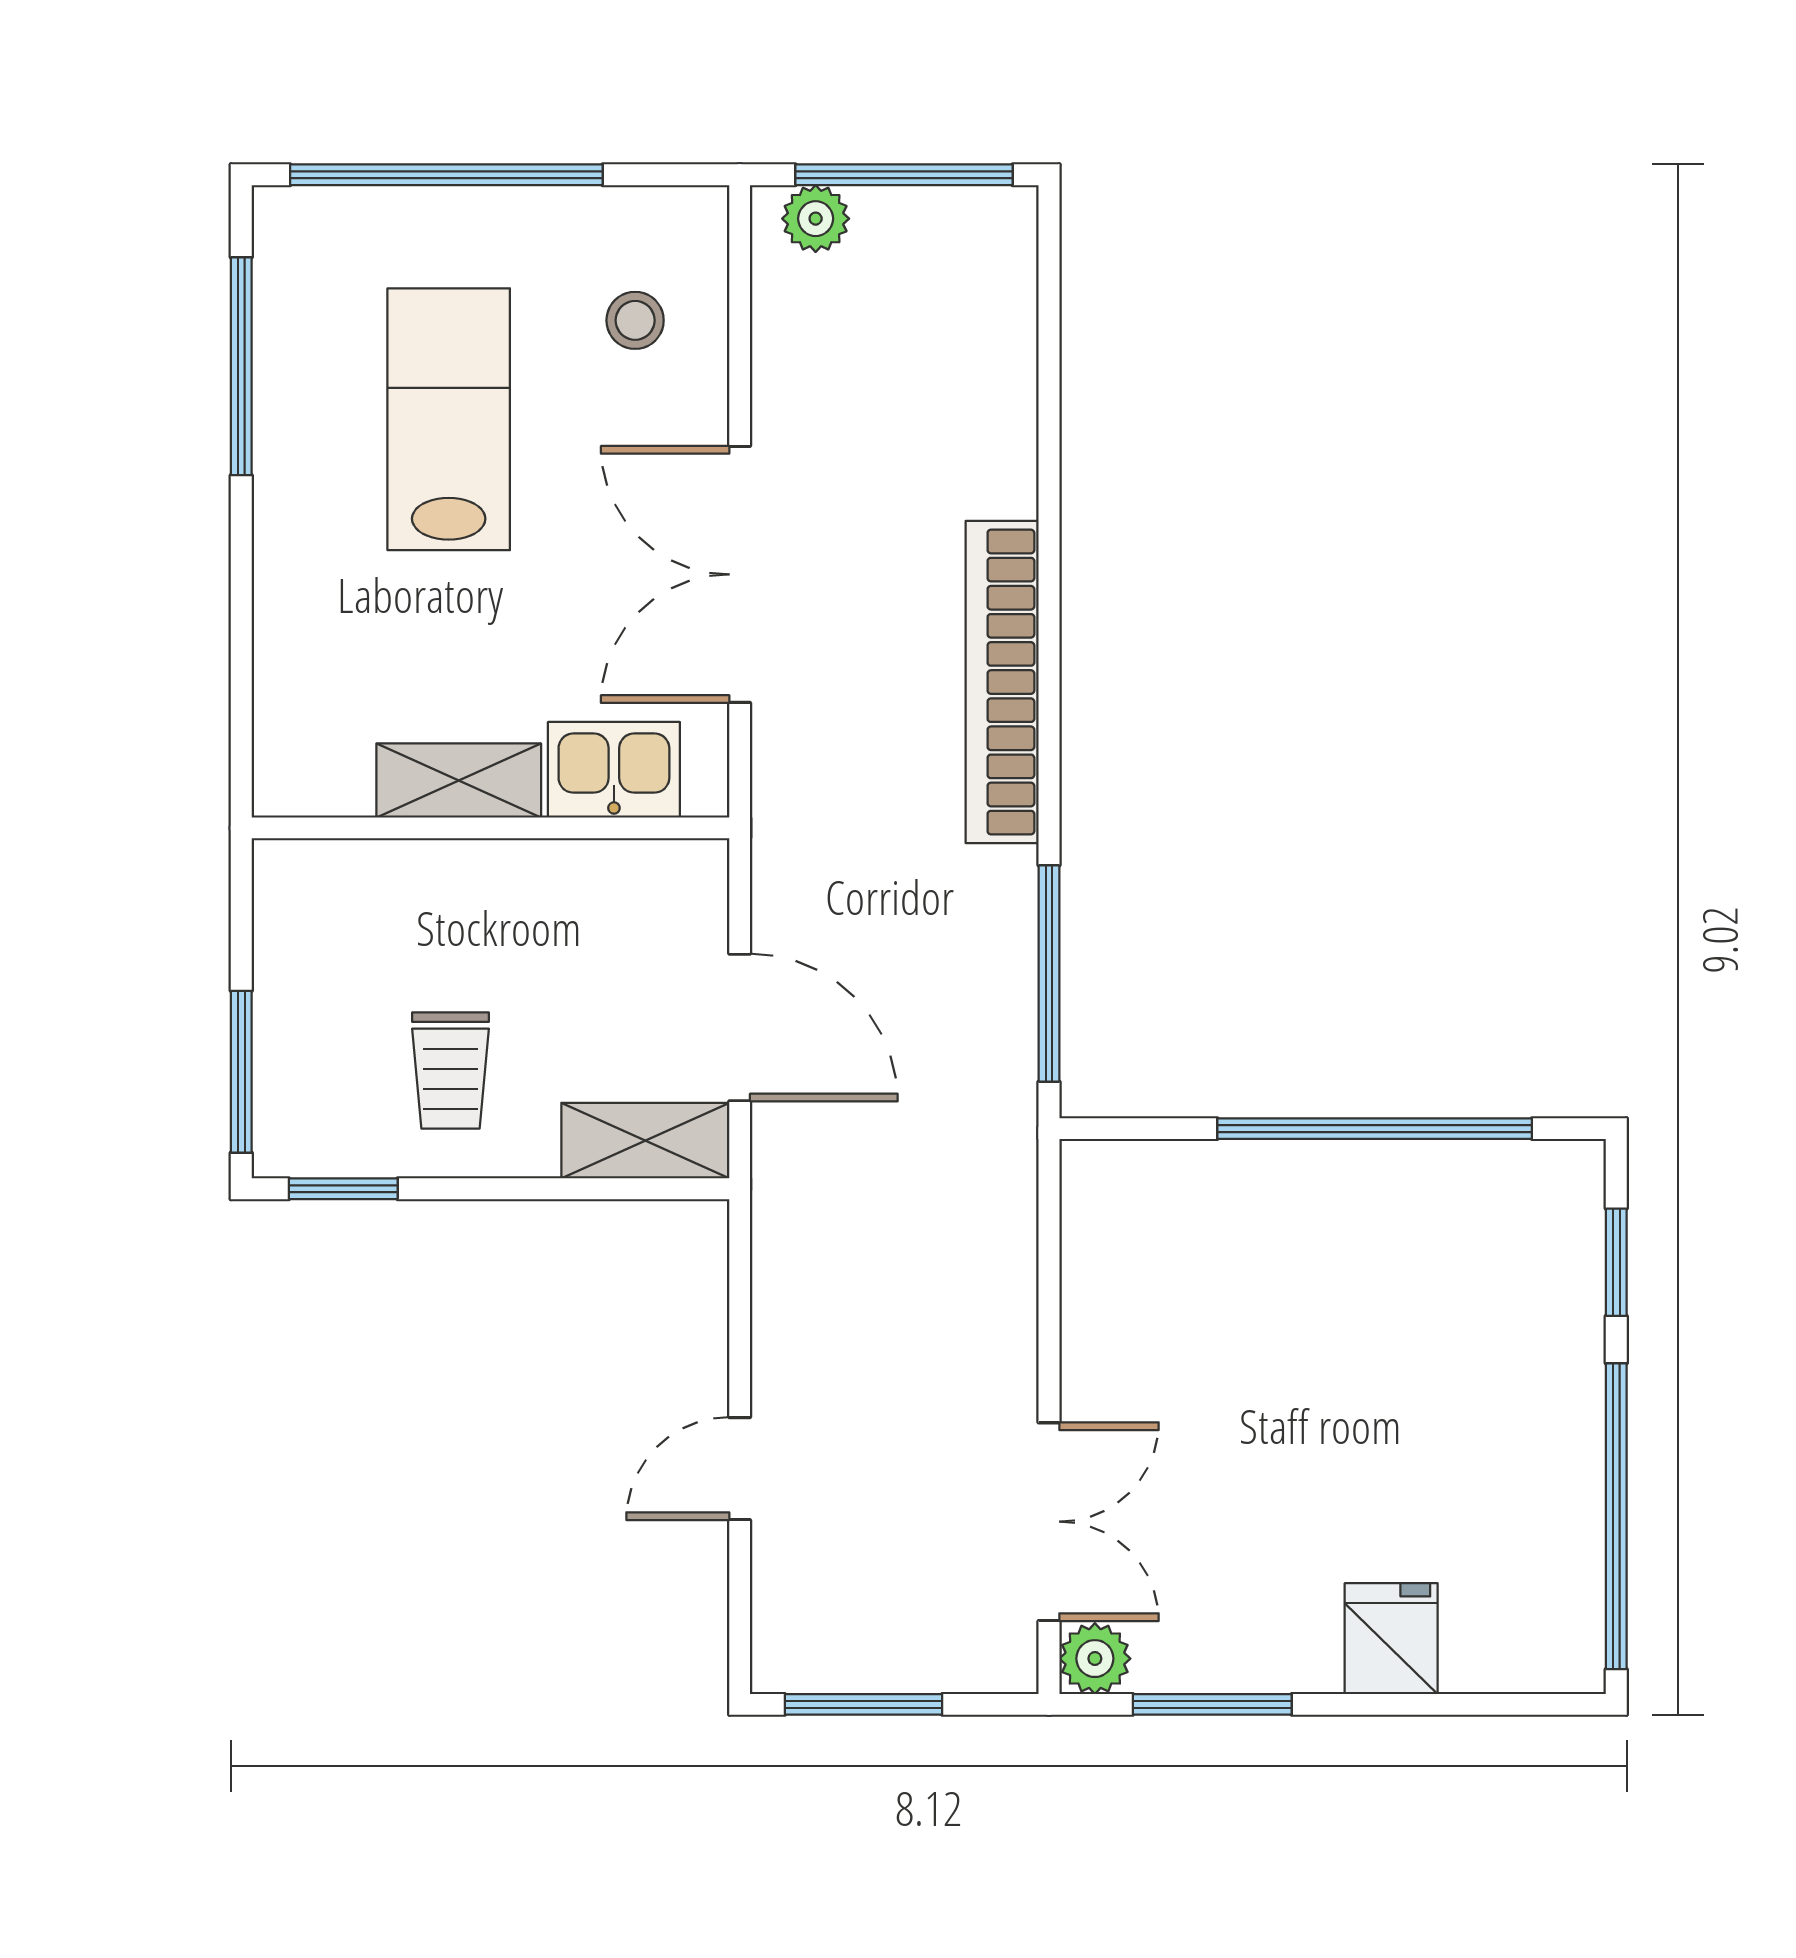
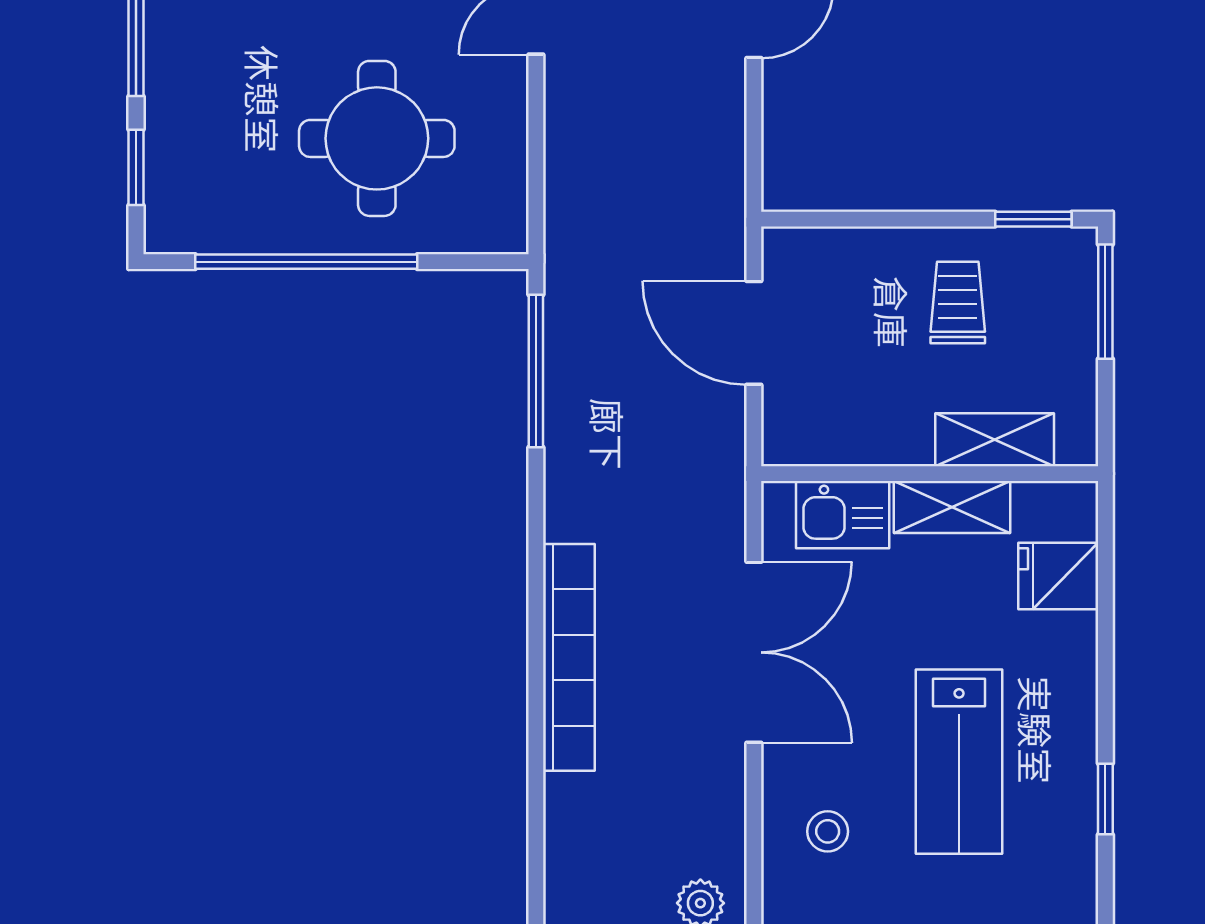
window: (241, 366) -> (1105, 799), width x0.46
fridge: (308, 682) -> (1058, 576), added
bookcase: (1002, 682) -> (569, 657), moved
shelving: (645, 1141) -> (995, 440), moved
round table: (1275, 1303) -> (377, 138), added

